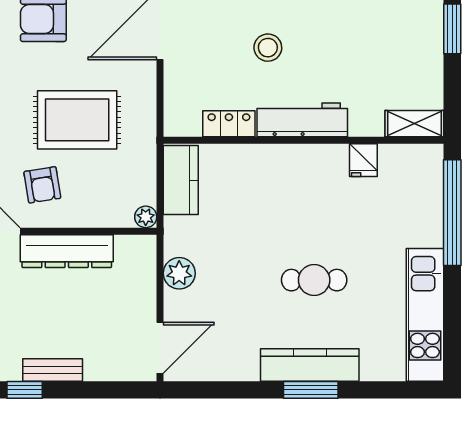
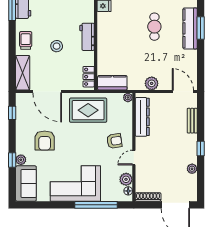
rug: (77, 120) -> (88, 110), moved, turned 90
workbench: (302, 120) -> (87, 37), width x0.73
locker: (229, 124) -> (89, 77), moved
dresser: (67, 251) -> (142, 117), moved
bench: (53, 370) -> (192, 121), moved

